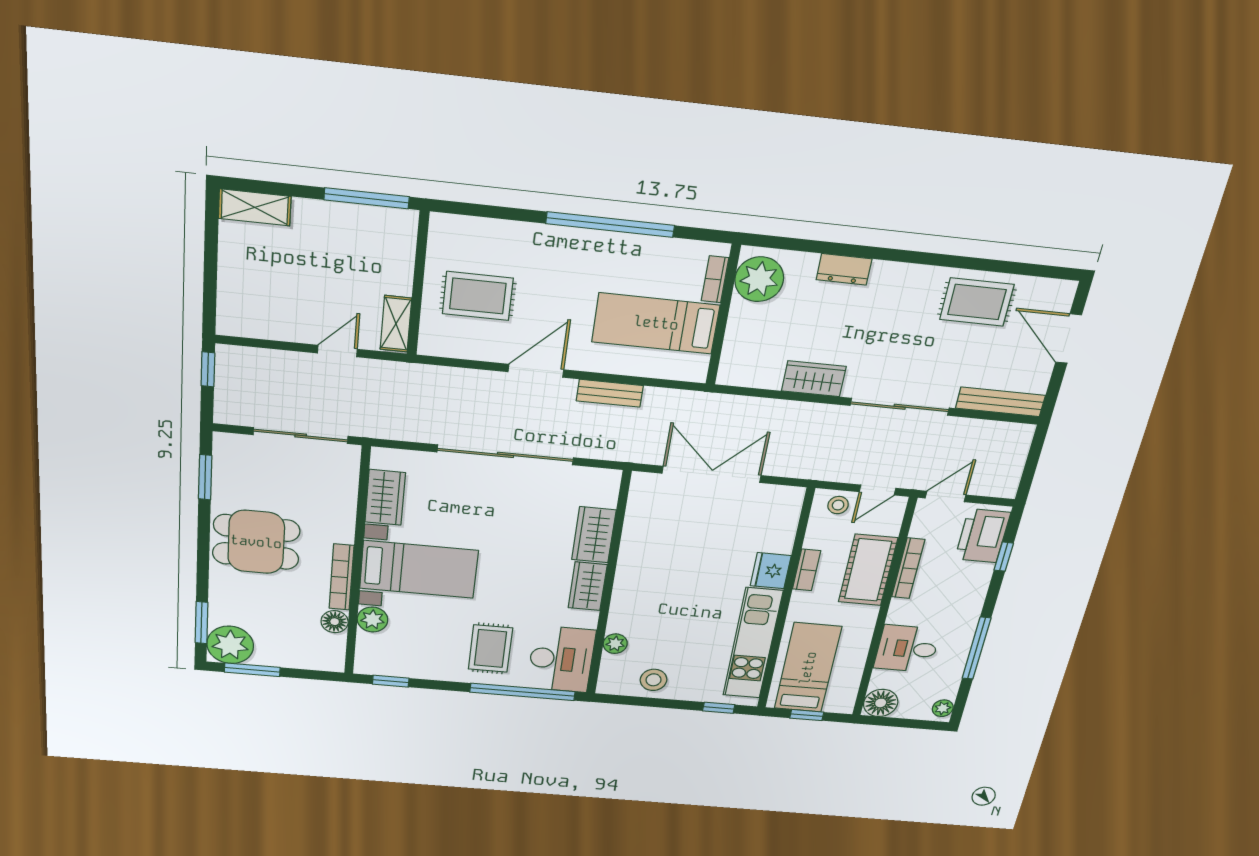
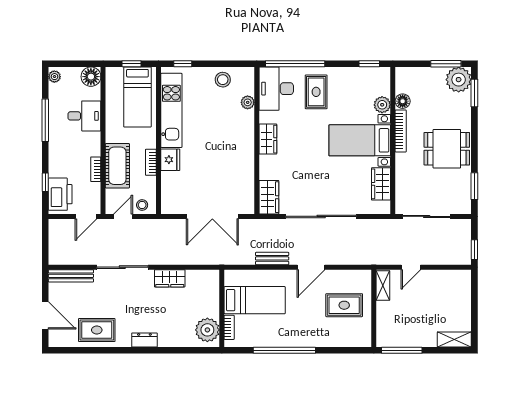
dresser: (844, 269) -> (144, 340), moved
wardrobe: (594, 535) -> (269, 197), moved
bookcase: (908, 568) -> (96, 169), width x0.64

